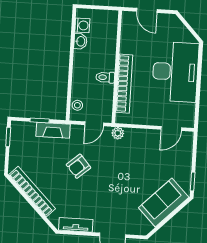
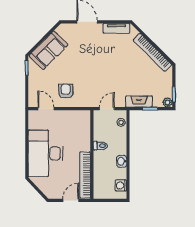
door: (147, 10) -> (71, 200), hinge flipped
washbasin: (80, 41) -> (122, 161), moved
bookcase: (124, 84) -> (85, 175), moved
door: (171, 128) -> (46, 109), hinge flipped
plant: (118, 133) -> (168, 102), moved
armchair: (78, 166) -> (66, 91), moved, turned -49

